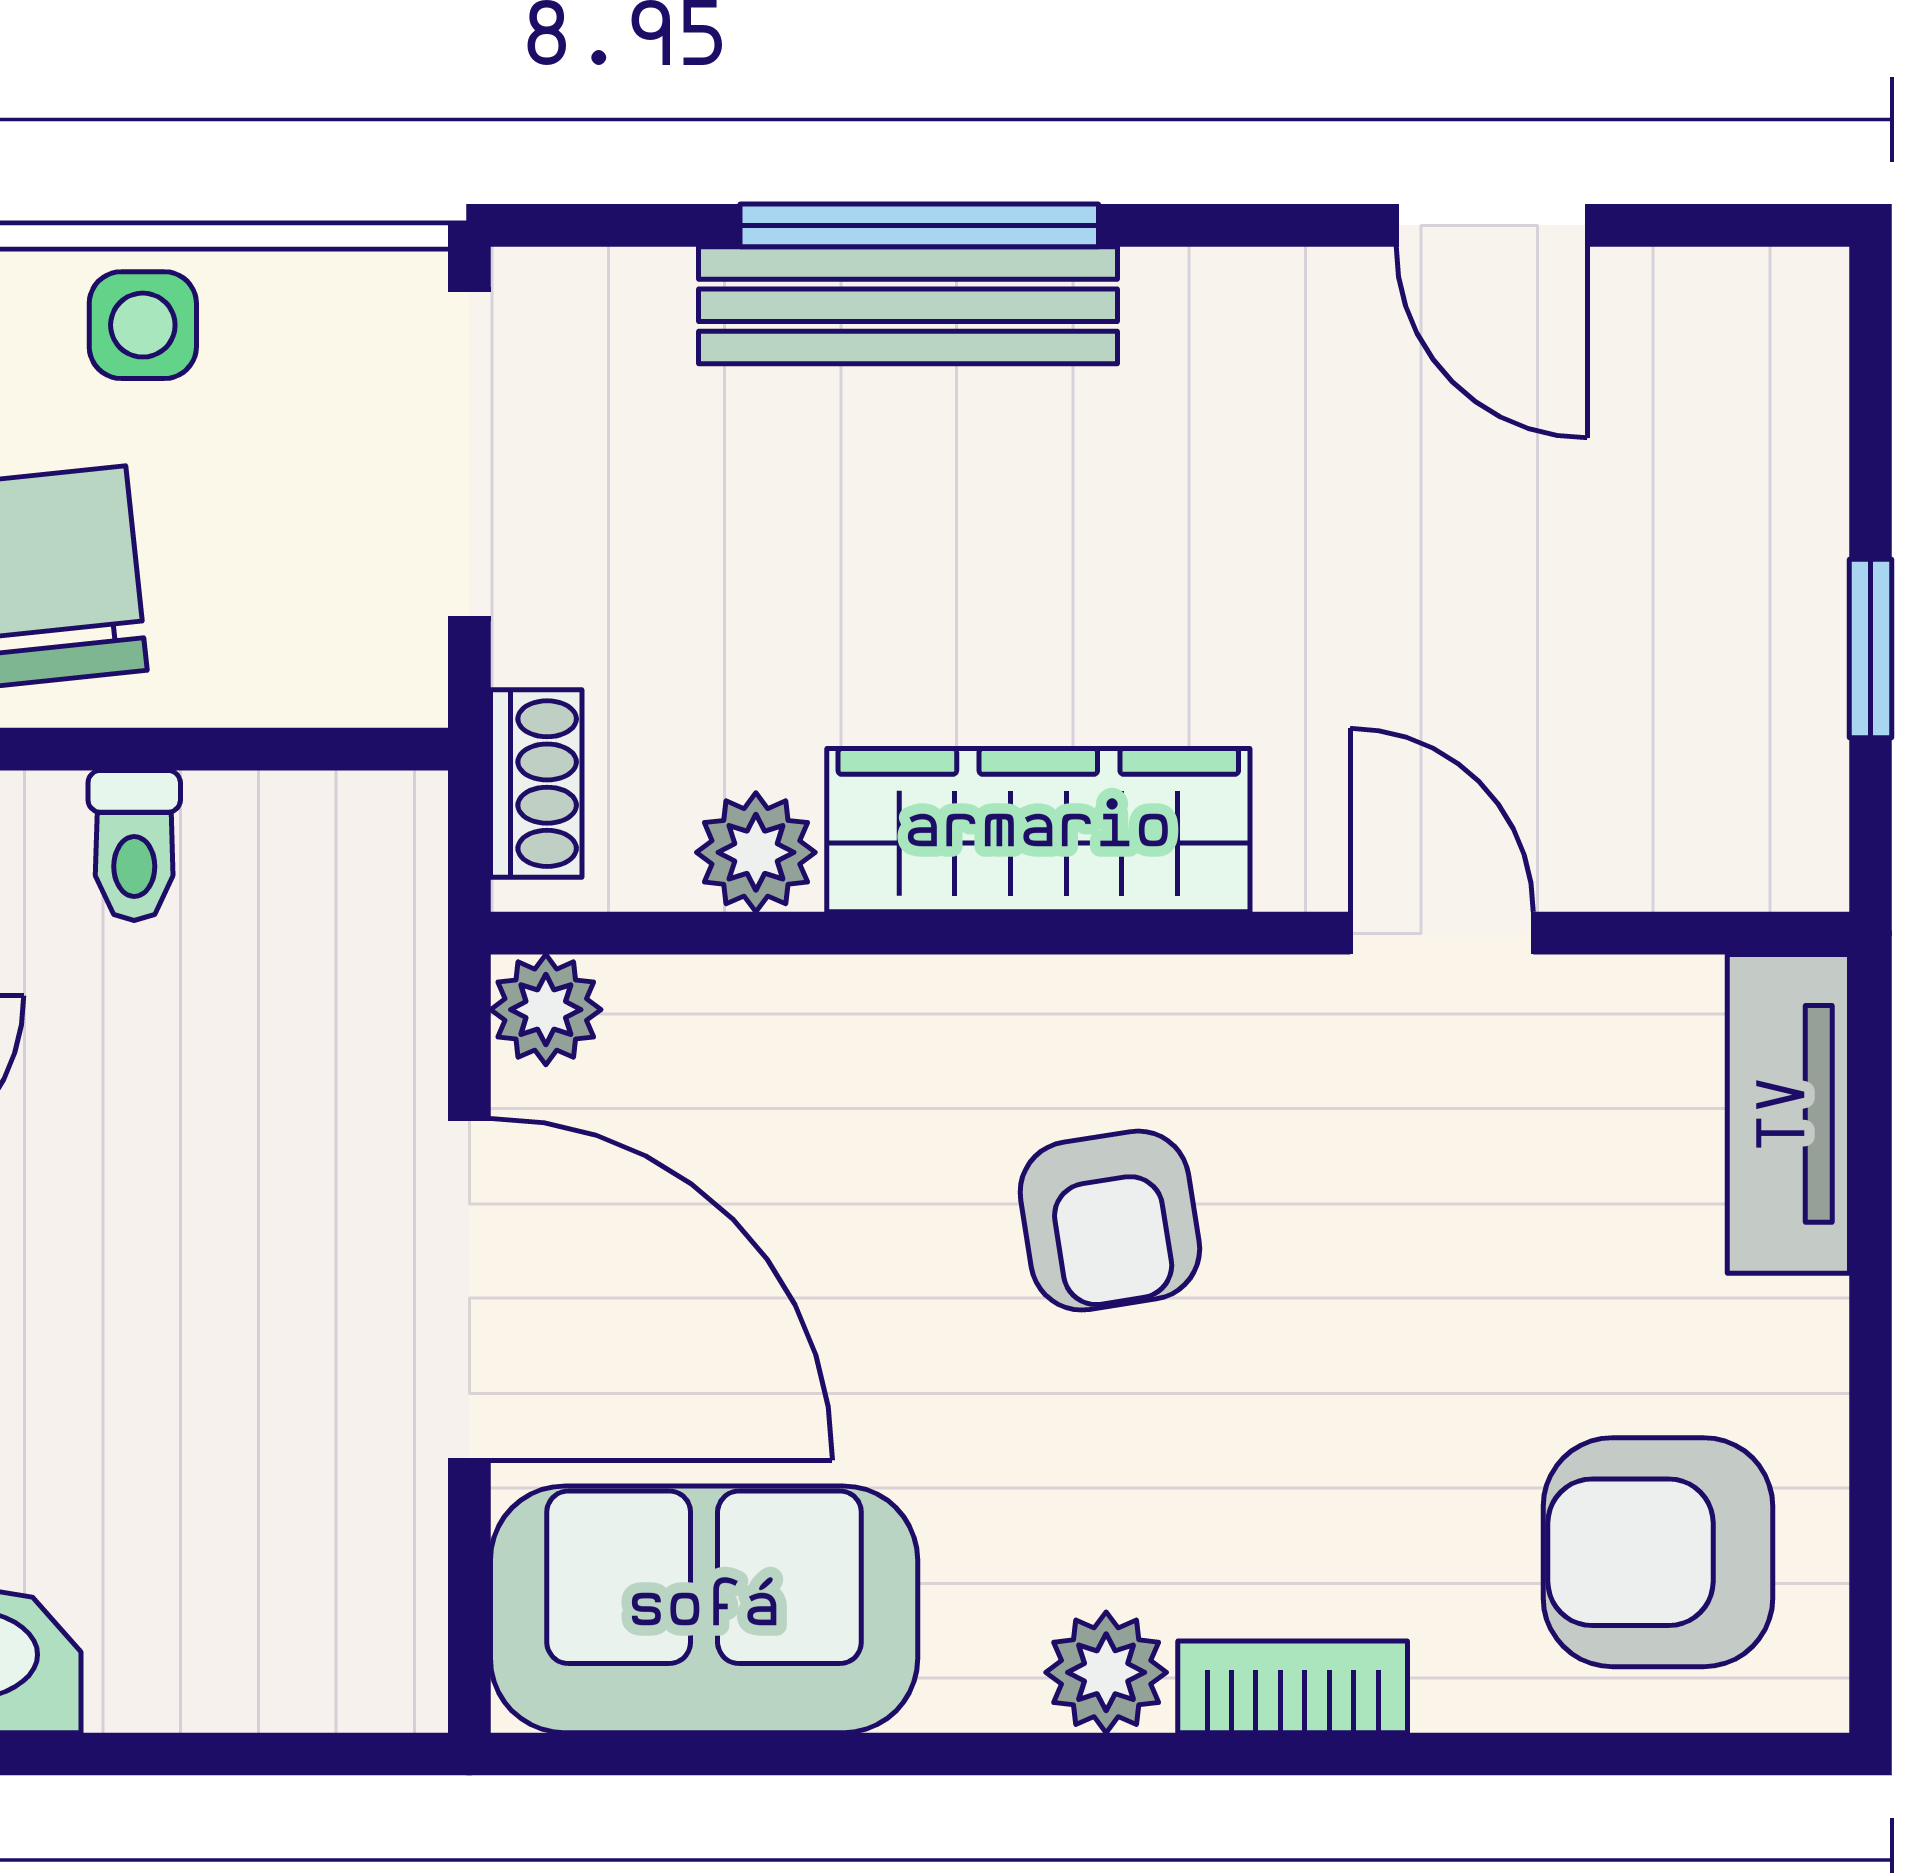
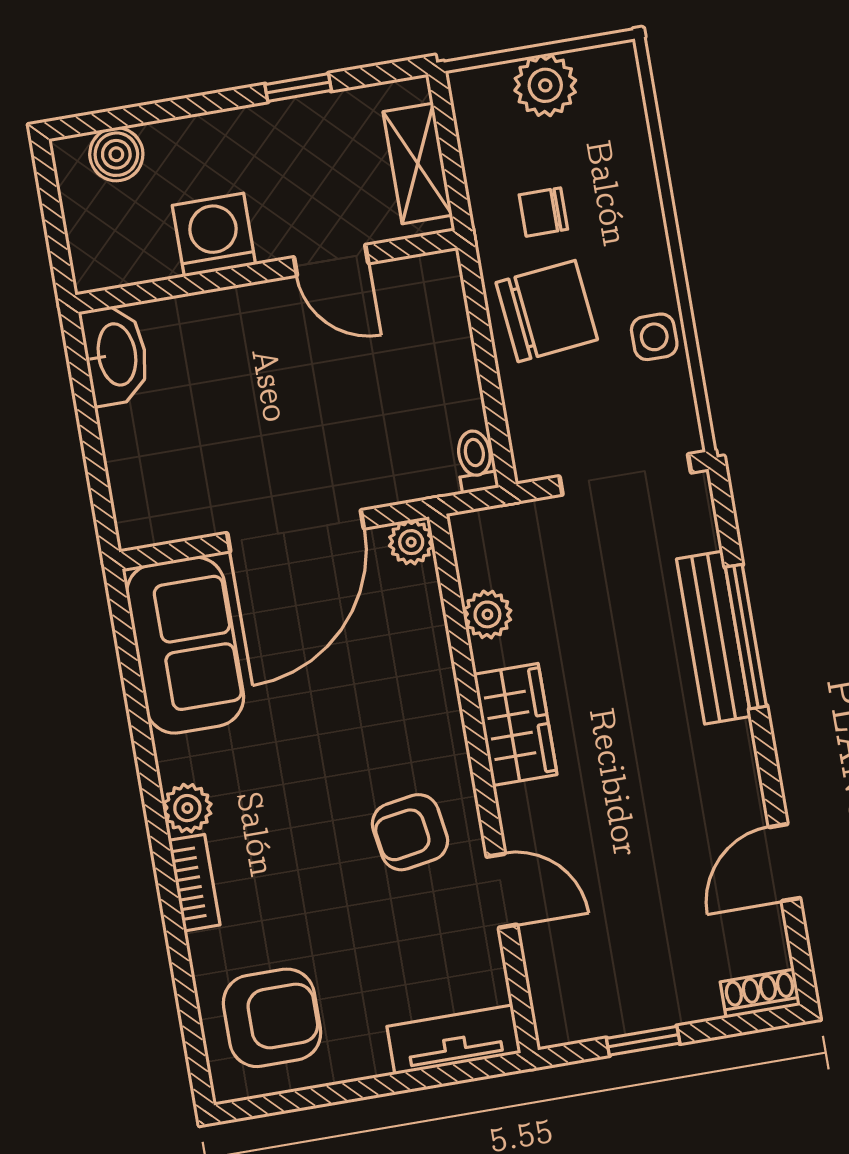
shoe rack: (536, 784) -> (760, 994), moved, turned 180
wardrobe: (1038, 830) -> (515, 724), width x0.67
toilet: (134, 845) -> (476, 461), moved, turned 90
door: (1442, 933) -> (502, 891), hinge flipped
armchair: (1110, 1221) -> (410, 832), moved
armchair: (1658, 1552) -> (272, 1018), turned 90

